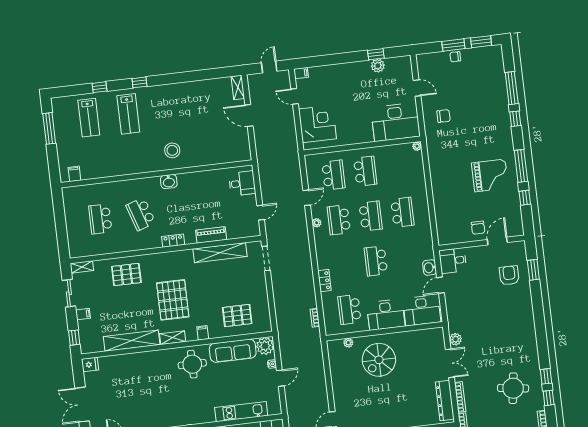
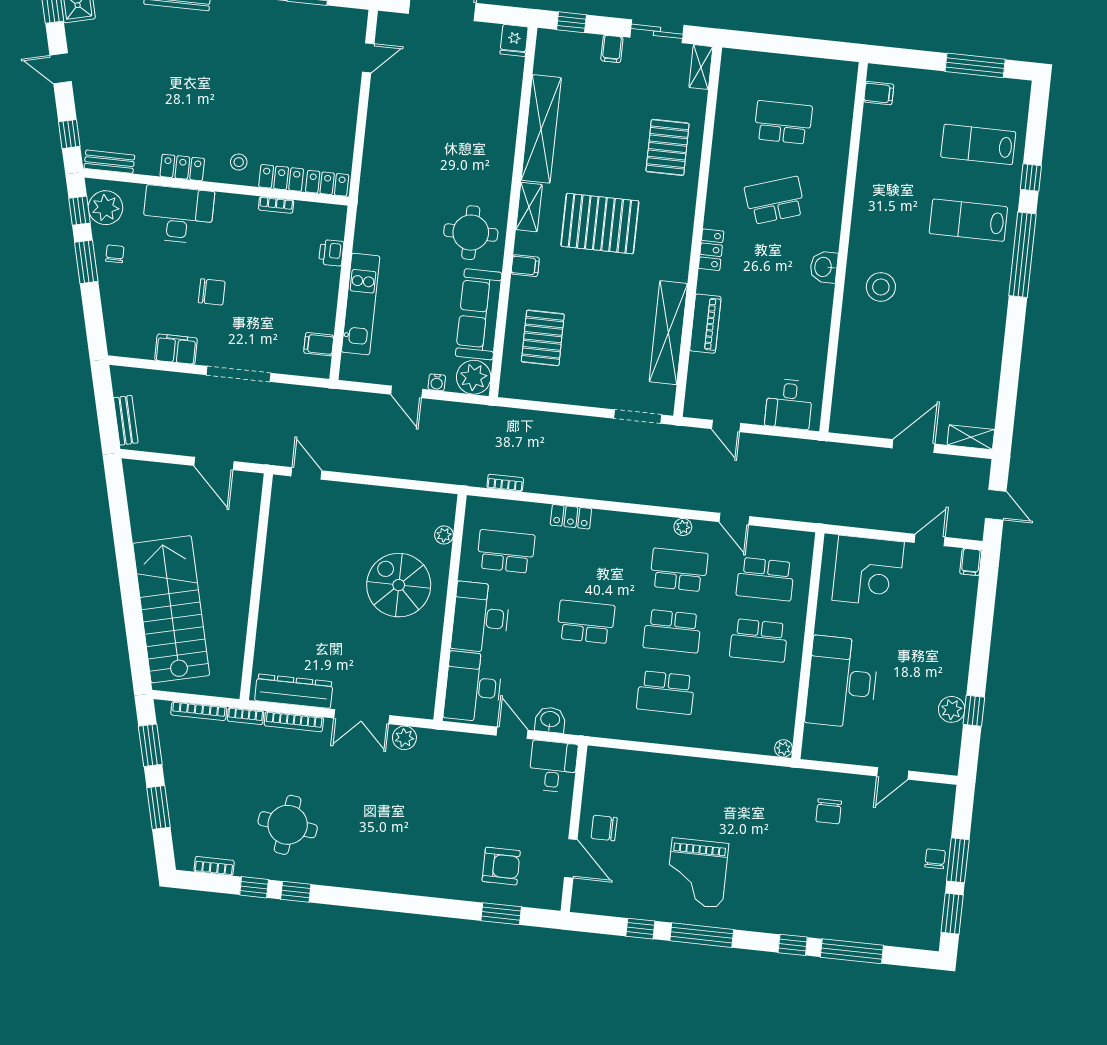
window: (140, 82) -> (1023, 255), width x3.17
desk: (396, 122) -> (842, 682), moved

